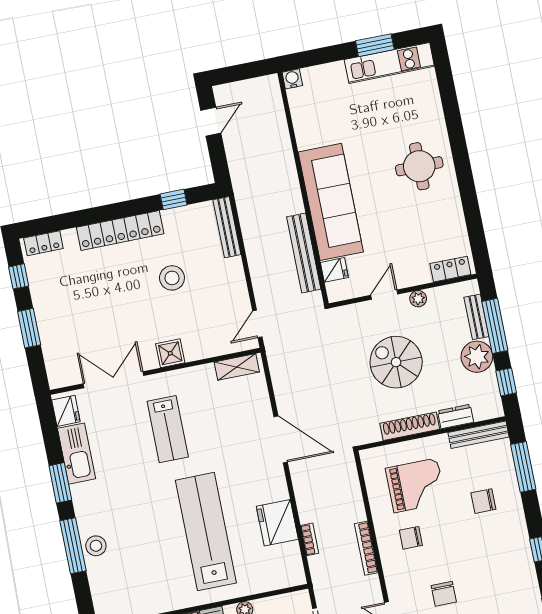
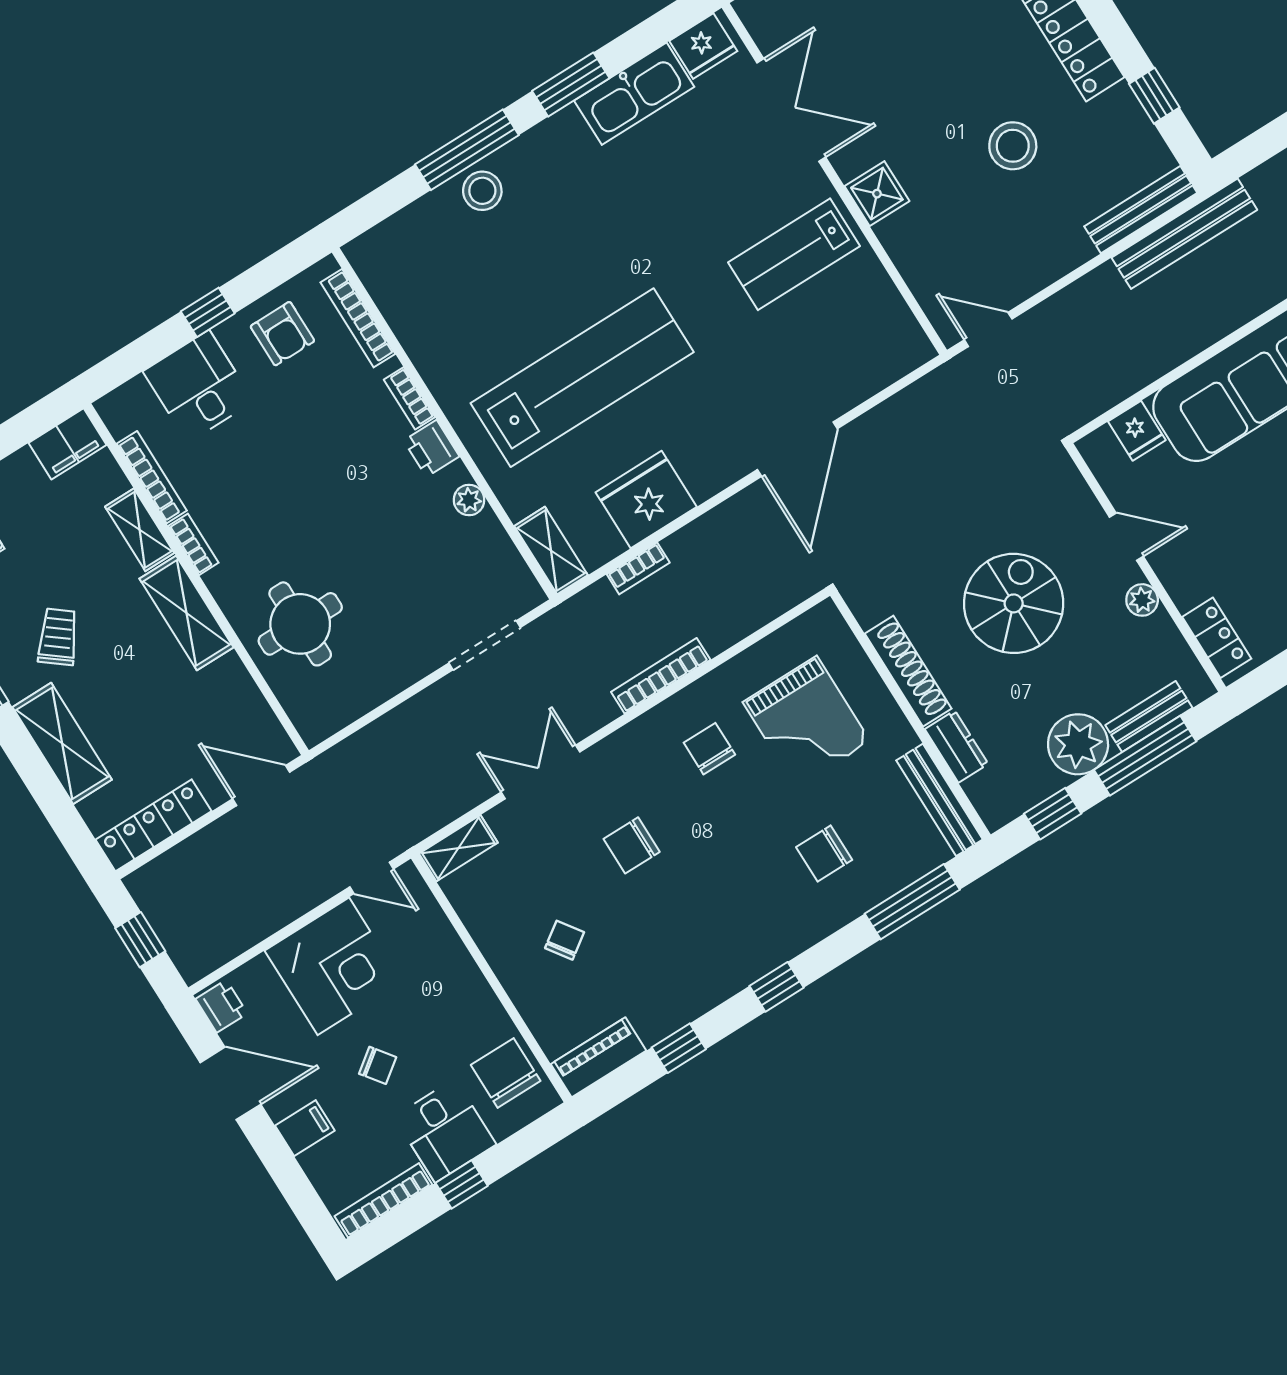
bench: (304, 253) -> (1184, 234), moved
shelving: (237, 367) -> (551, 551), moved
lab bench: (168, 429) -> (794, 254), moved
chair: (483, 501) -> (824, 854), turned -90

